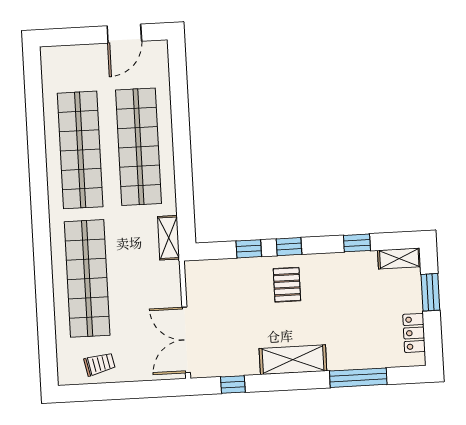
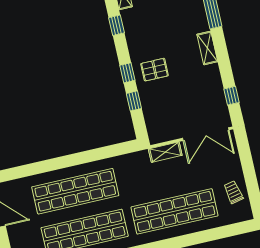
shelving: (169, 238) -> (165, 152), moved
shelving: (293, 360) -> (207, 48), width x0.67, depth x0.75

